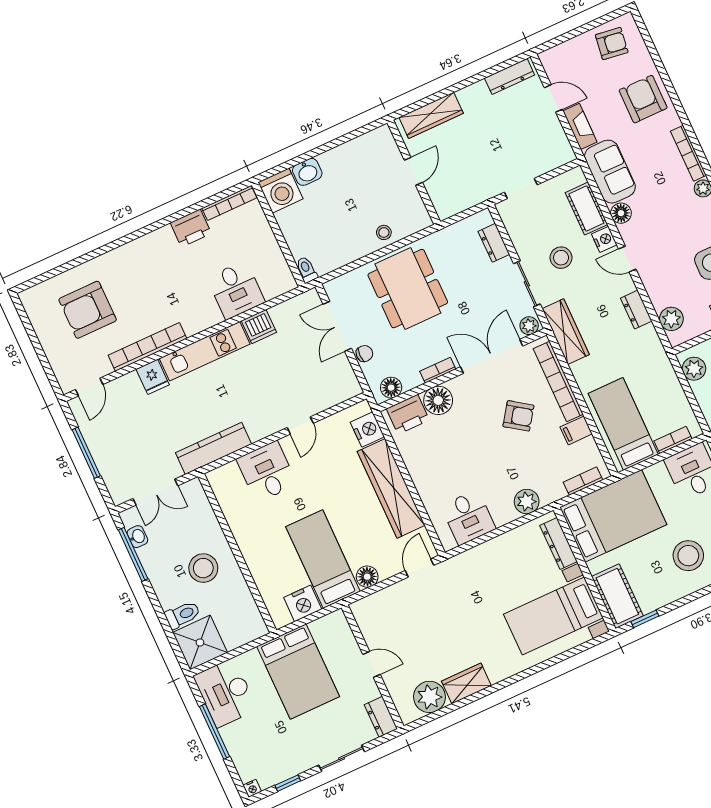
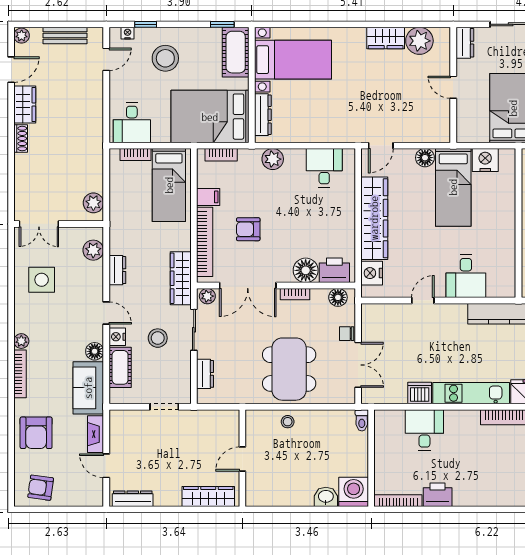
armchair: (518, 416) -> (248, 229), turned -35

